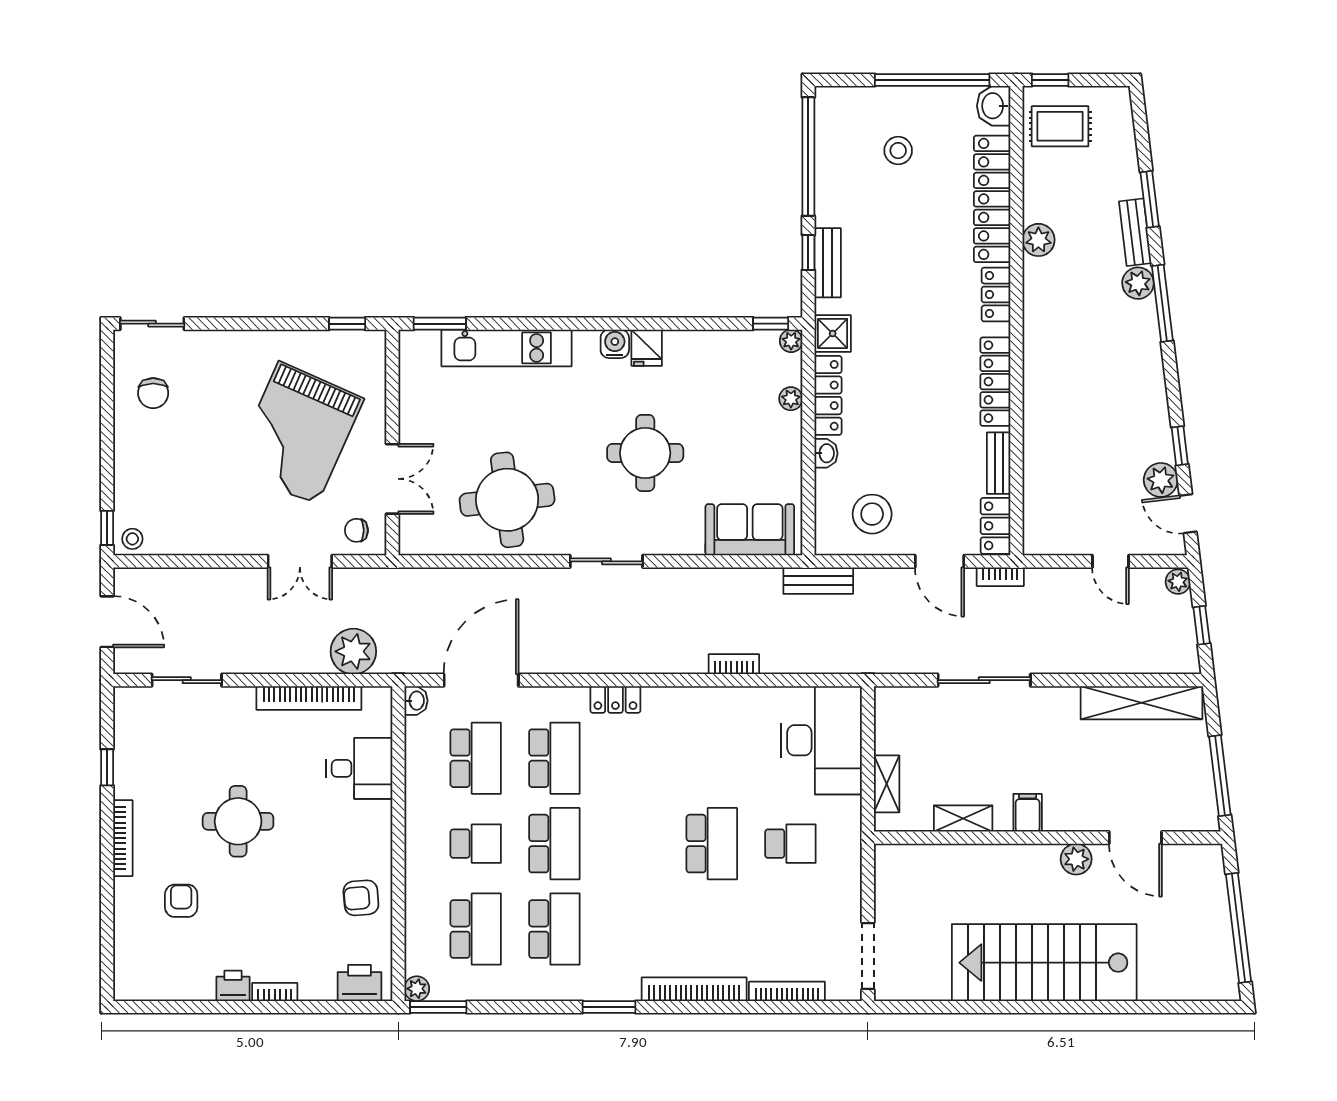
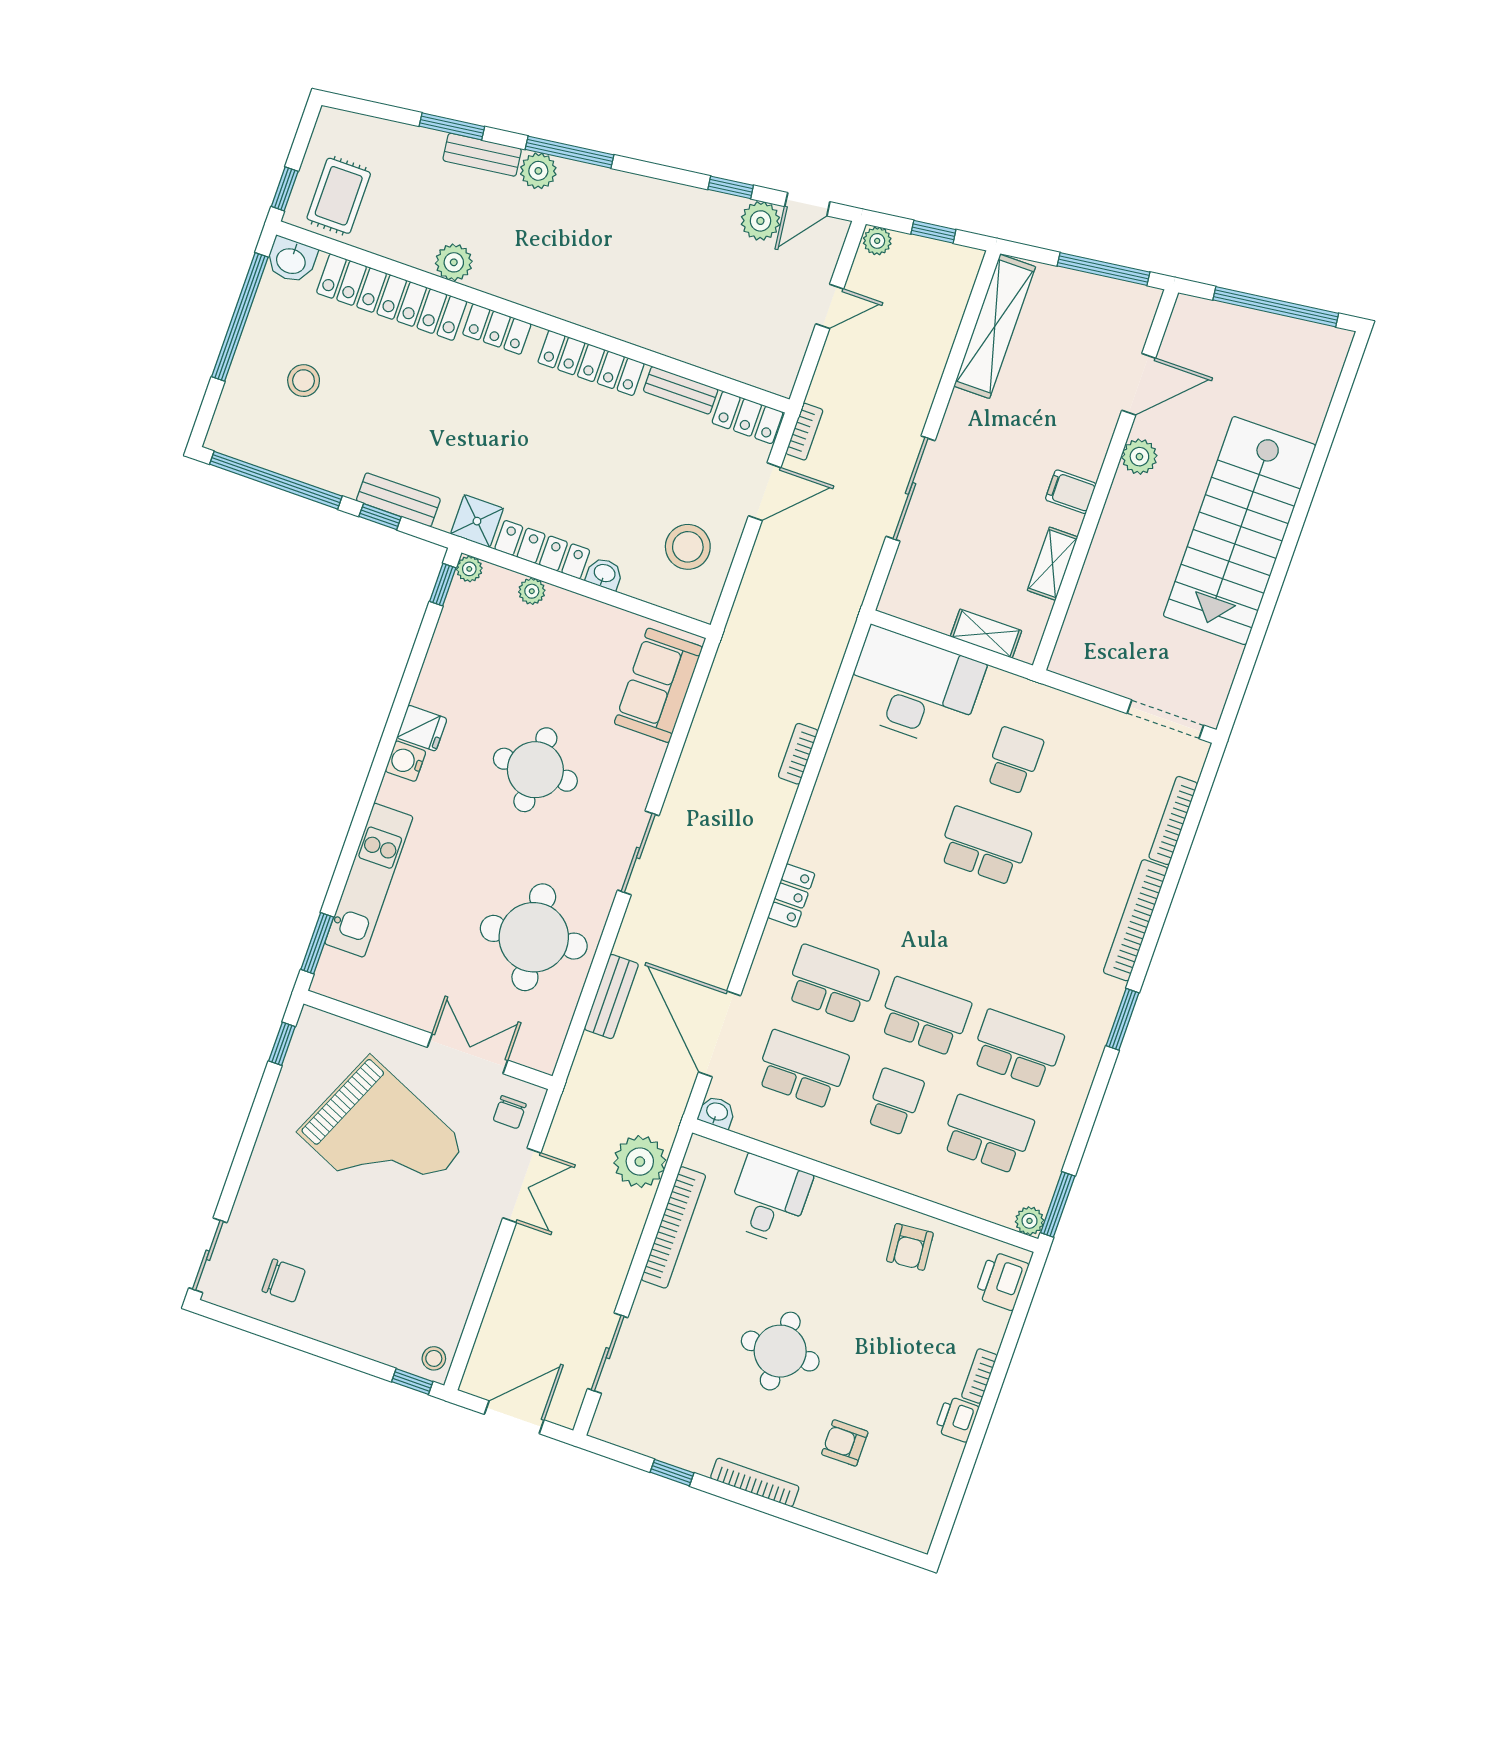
bench: (818, 581) -> (611, 997), moved

